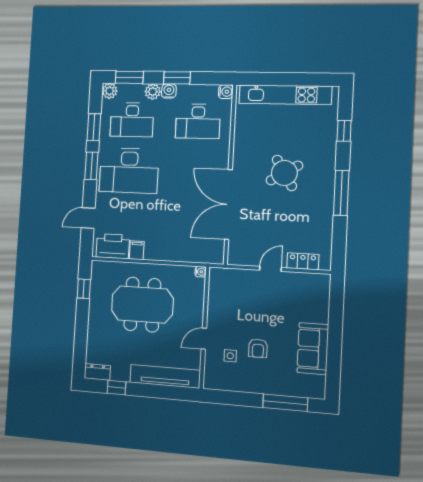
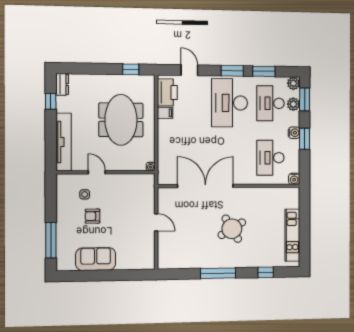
plant: (153, 92) -> (293, 104), moved
kitchen unit: (285, 95) -> (292, 235), width x0.73
locker: (303, 261) -> (164, 247), removed

